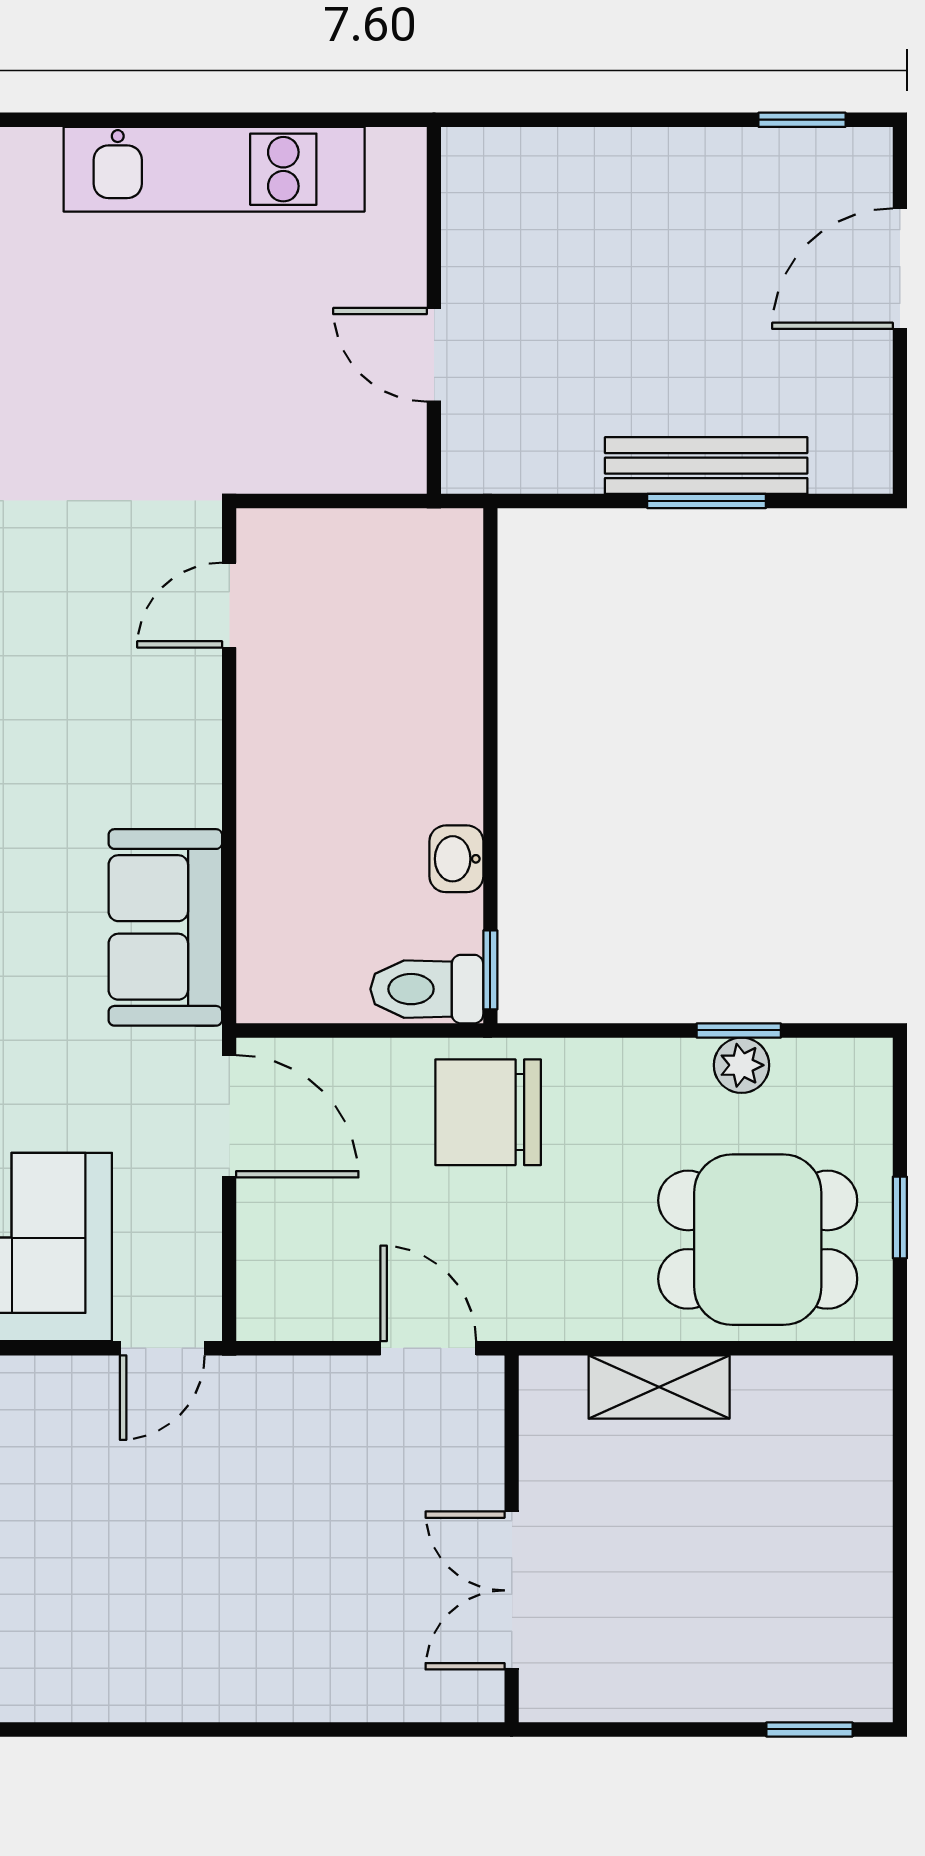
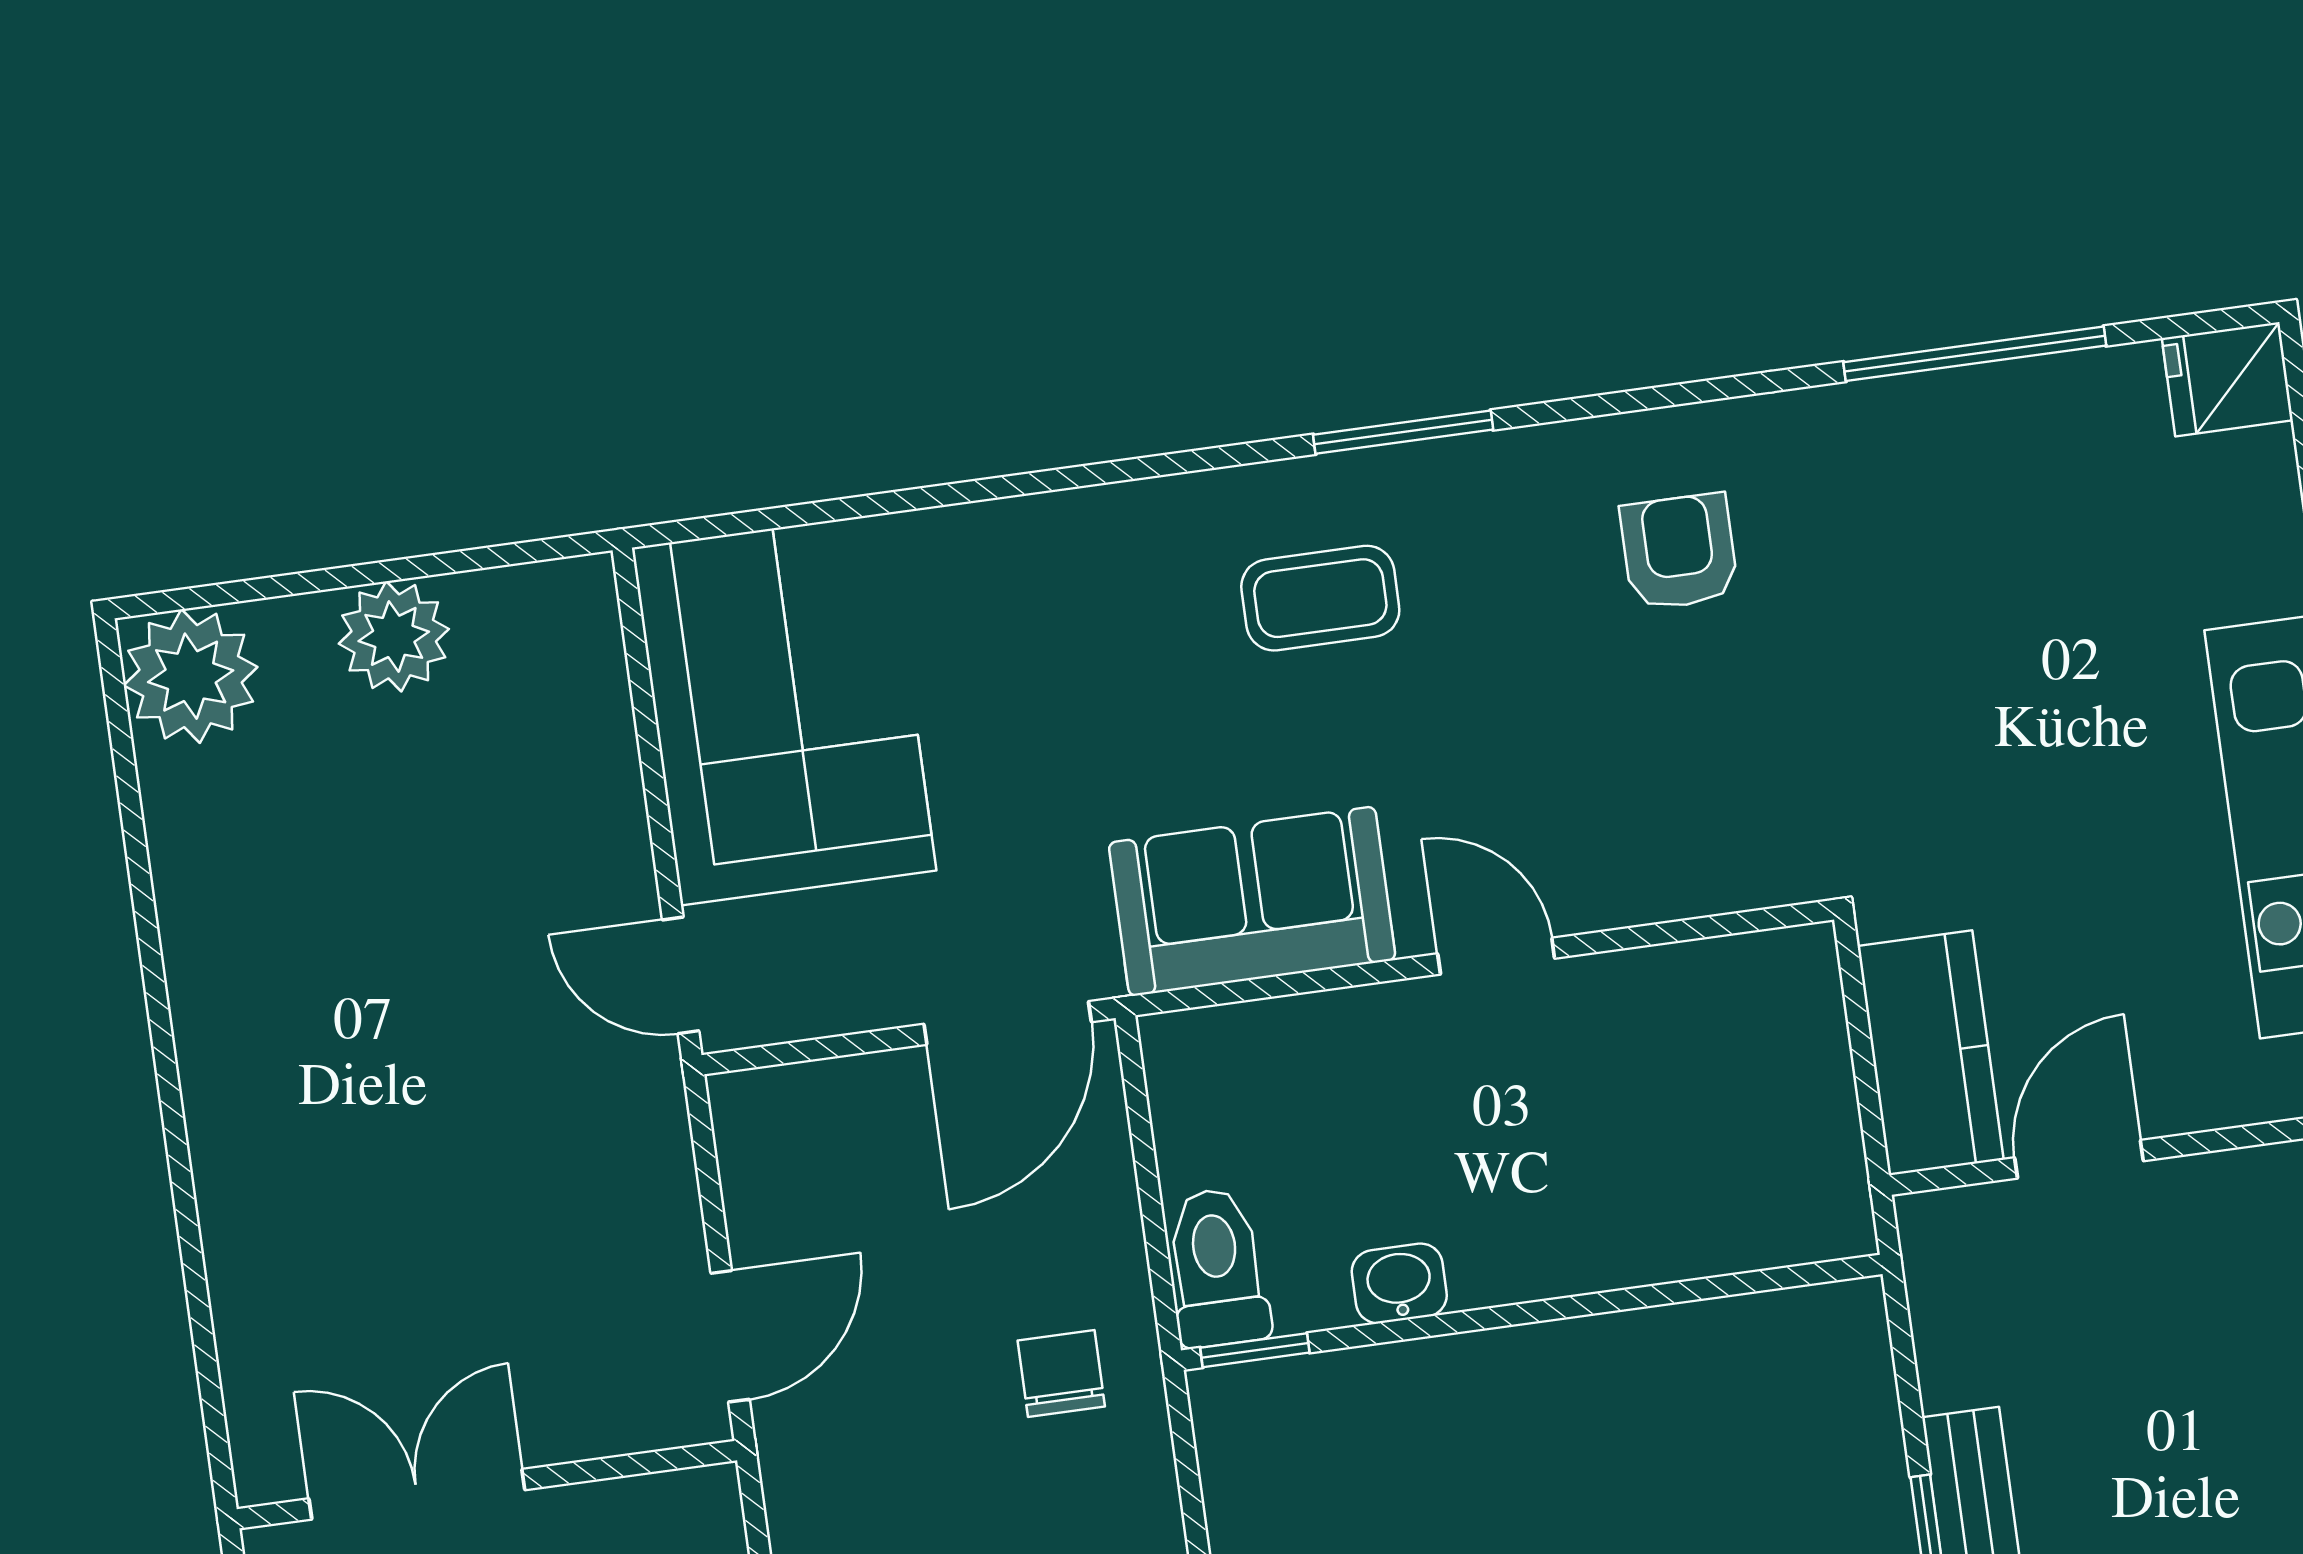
kitchen counter: (342, 452) -> (1931, 1053), added
door: (229, 605) -> (1496, 956), moved
chair: (488, 1112) -> (1061, 1374), width x0.54, depth x0.54

